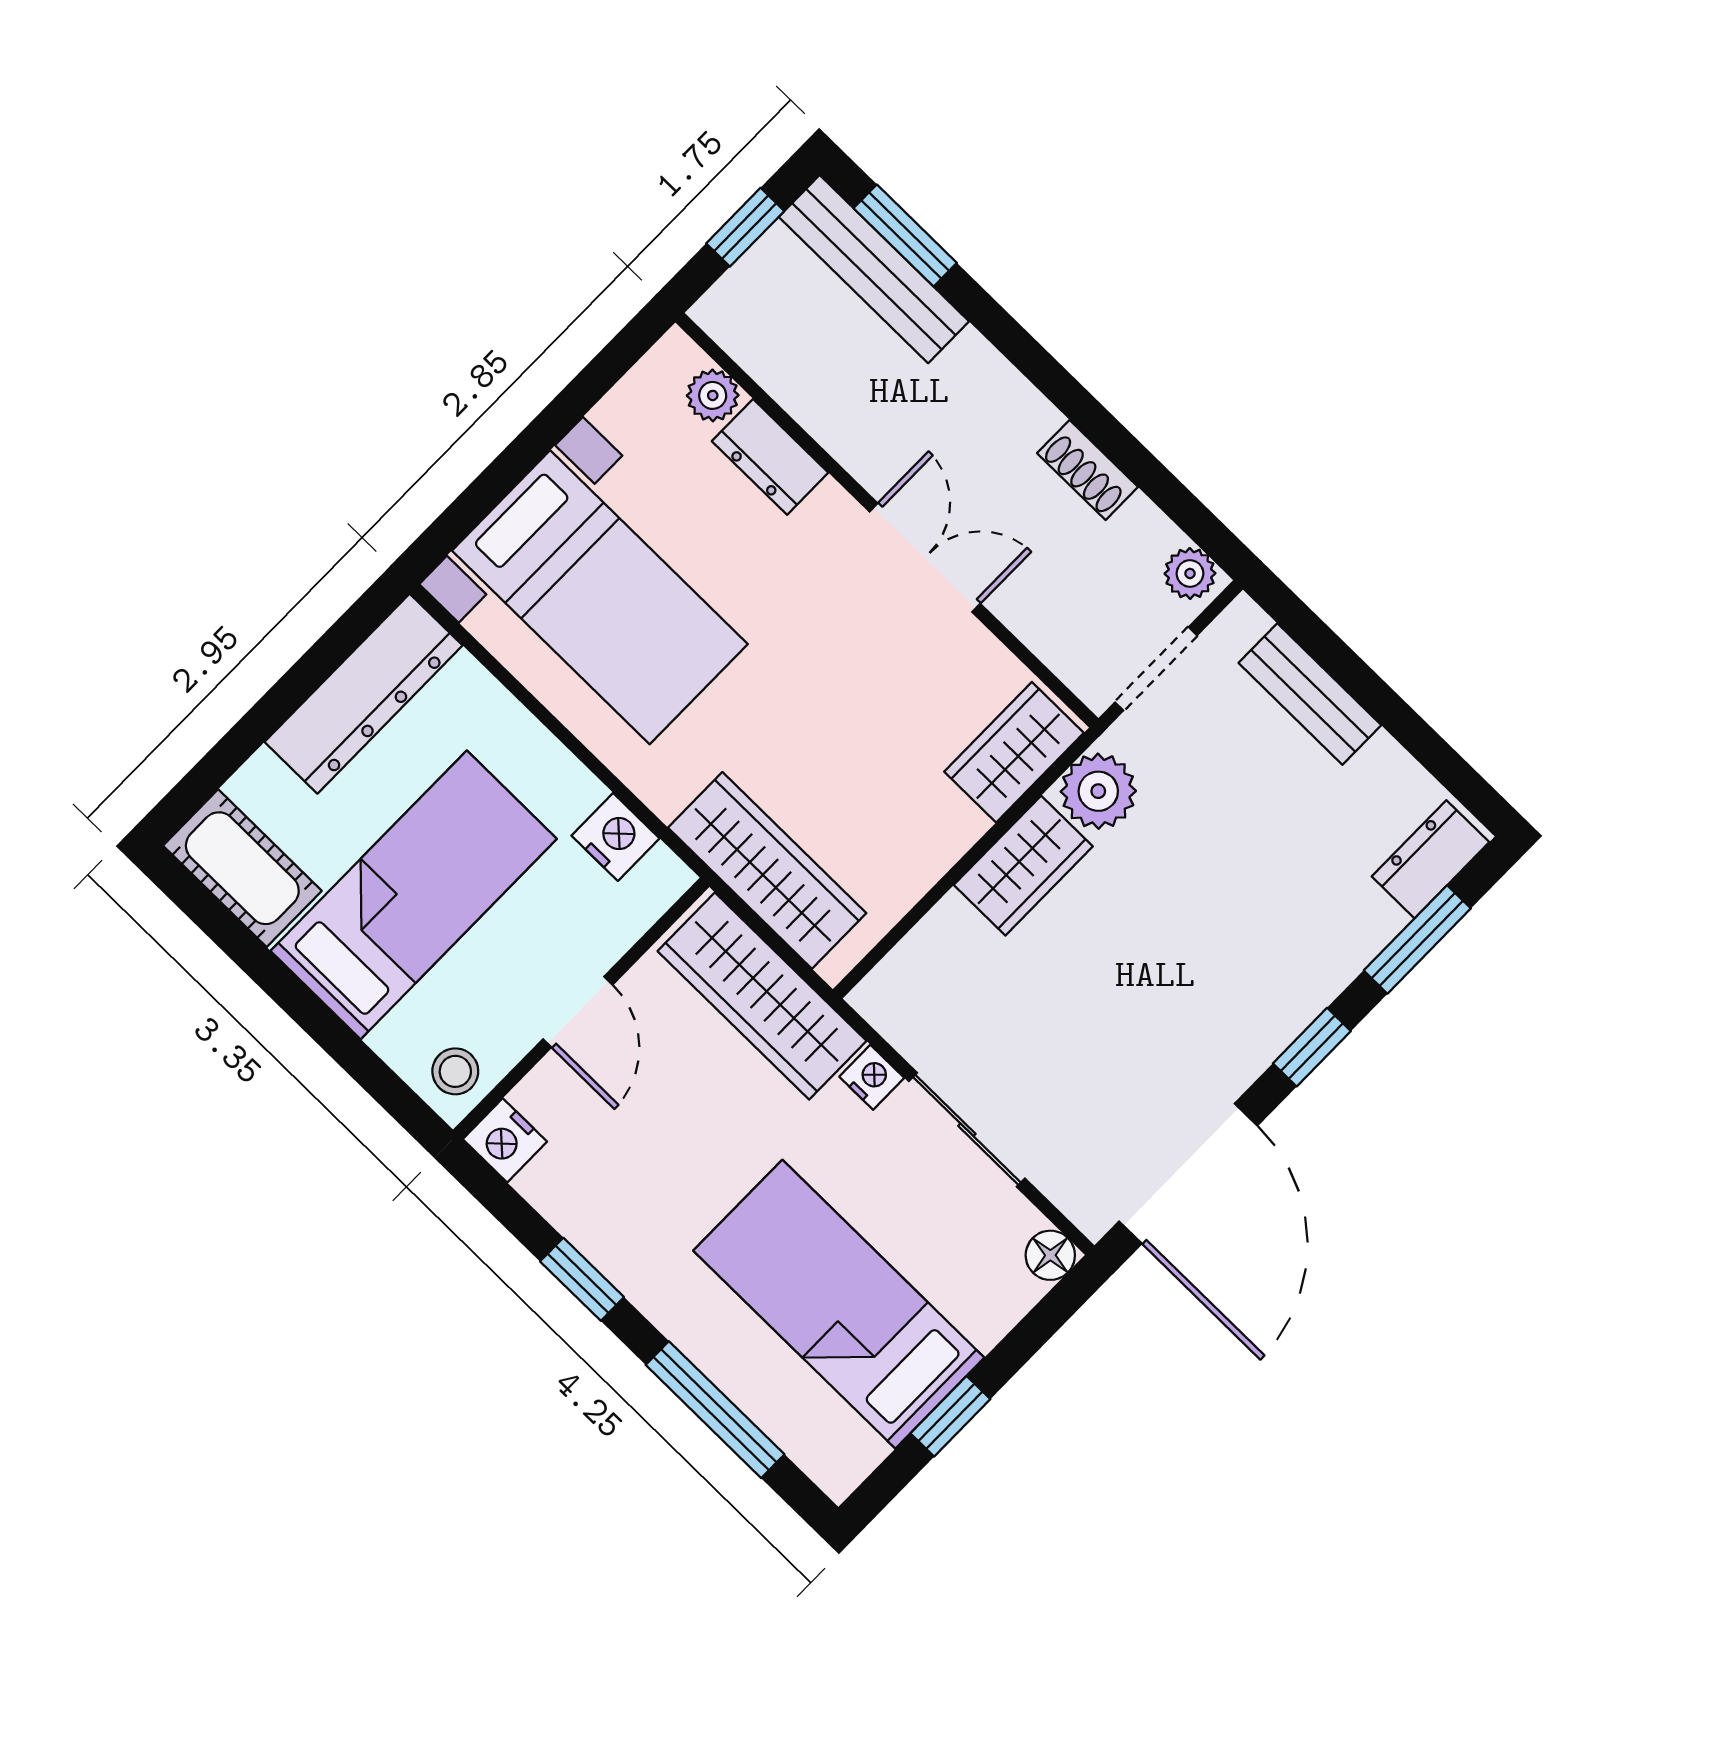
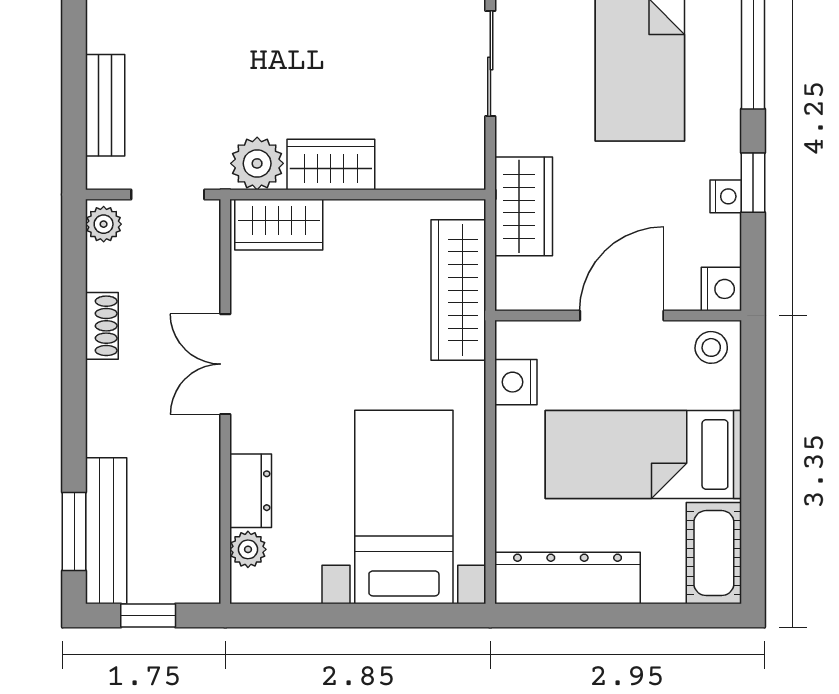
wardrobe: (762, 996) -> (524, 206), width x0.67
door: (578, 1012) -> (622, 315), width x1.38
nightstand: (872, 1077) -> (726, 196), moved, turned 180

